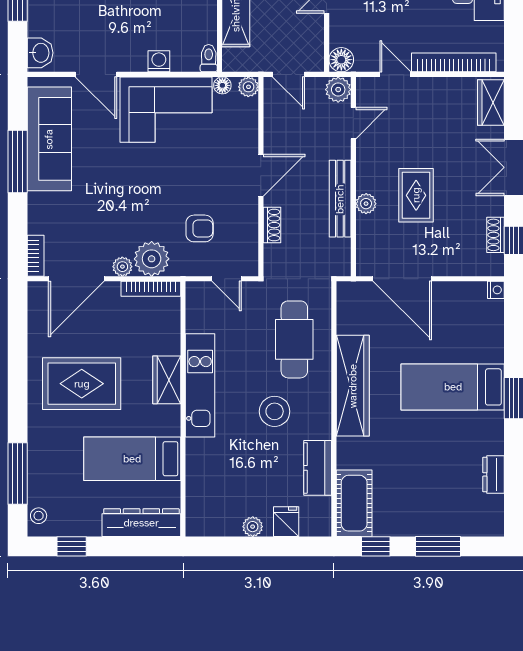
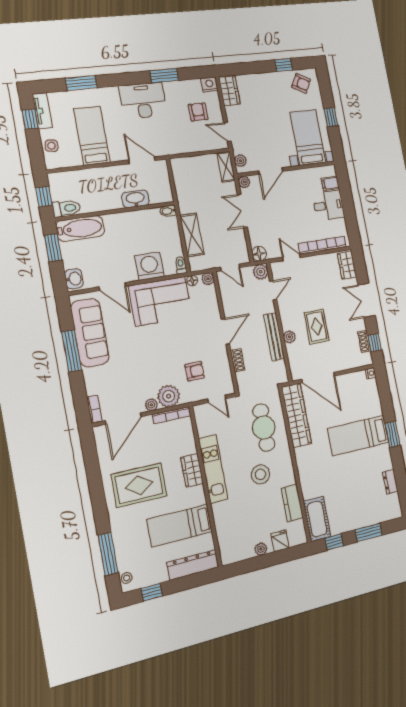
washing machine: (159, 61) -> (149, 266), width x1.89, depth x1.89
wardrobe: (353, 386) -> (296, 415), moved

